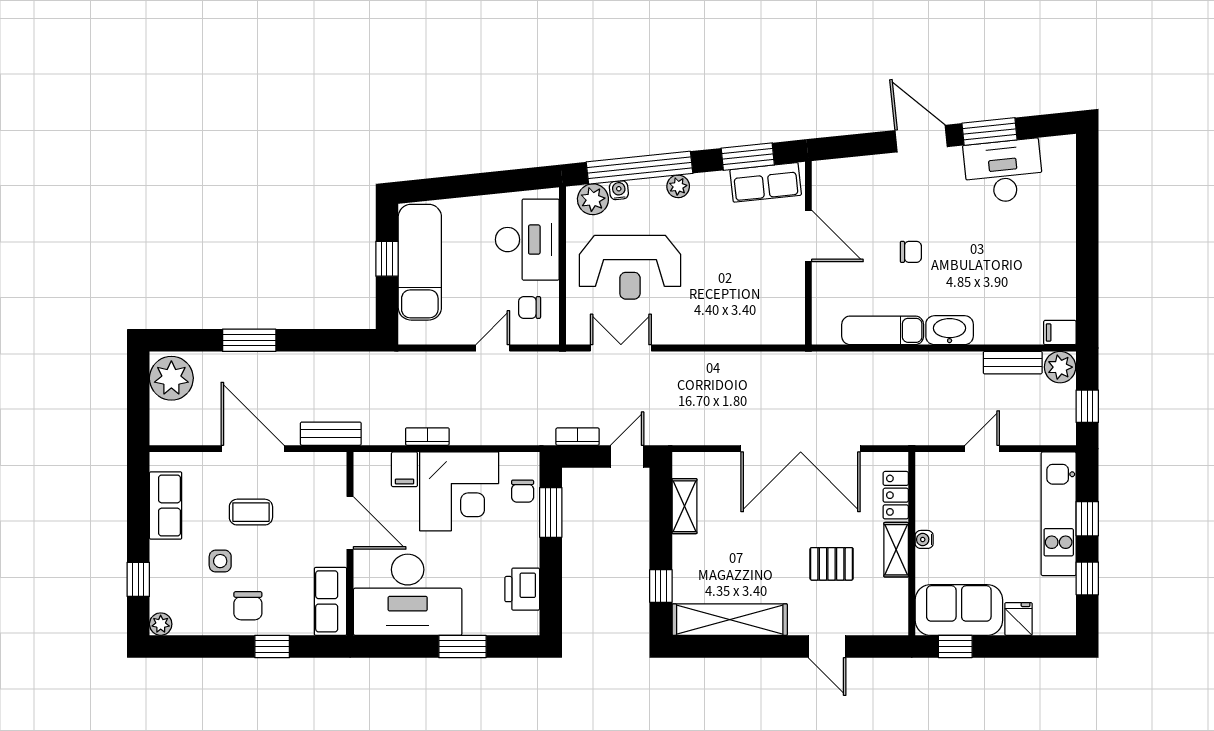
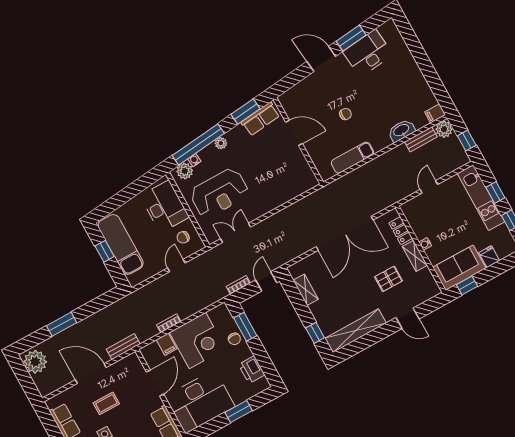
washbasin: (950, 330) -> (401, 130), moved
chair: (523, 491) -> (234, 339), moved
door: (350, 523) -> (155, 383), hinge flipped

